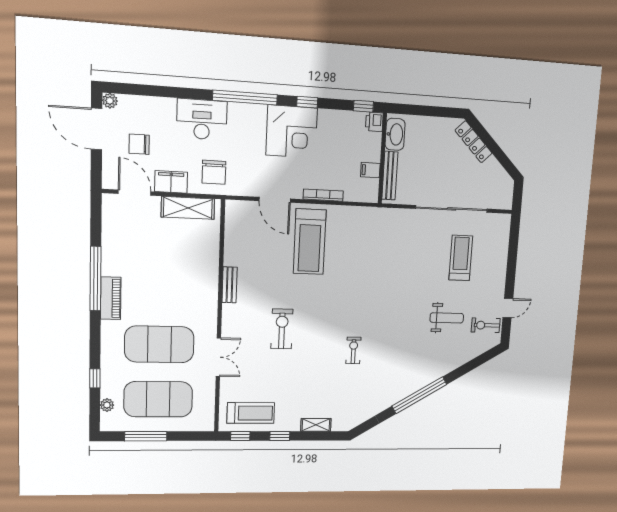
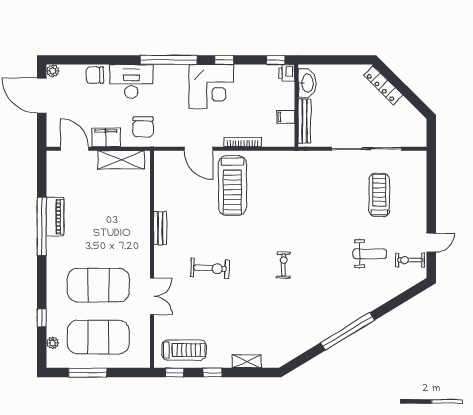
chair: (139, 144) -> (95, 75), moved
piano: (111, 298) -> (55, 217), moved
exercise bike: (282, 329) -> (210, 268), turned 93
exercise bike: (353, 350) -> (284, 265), moved

